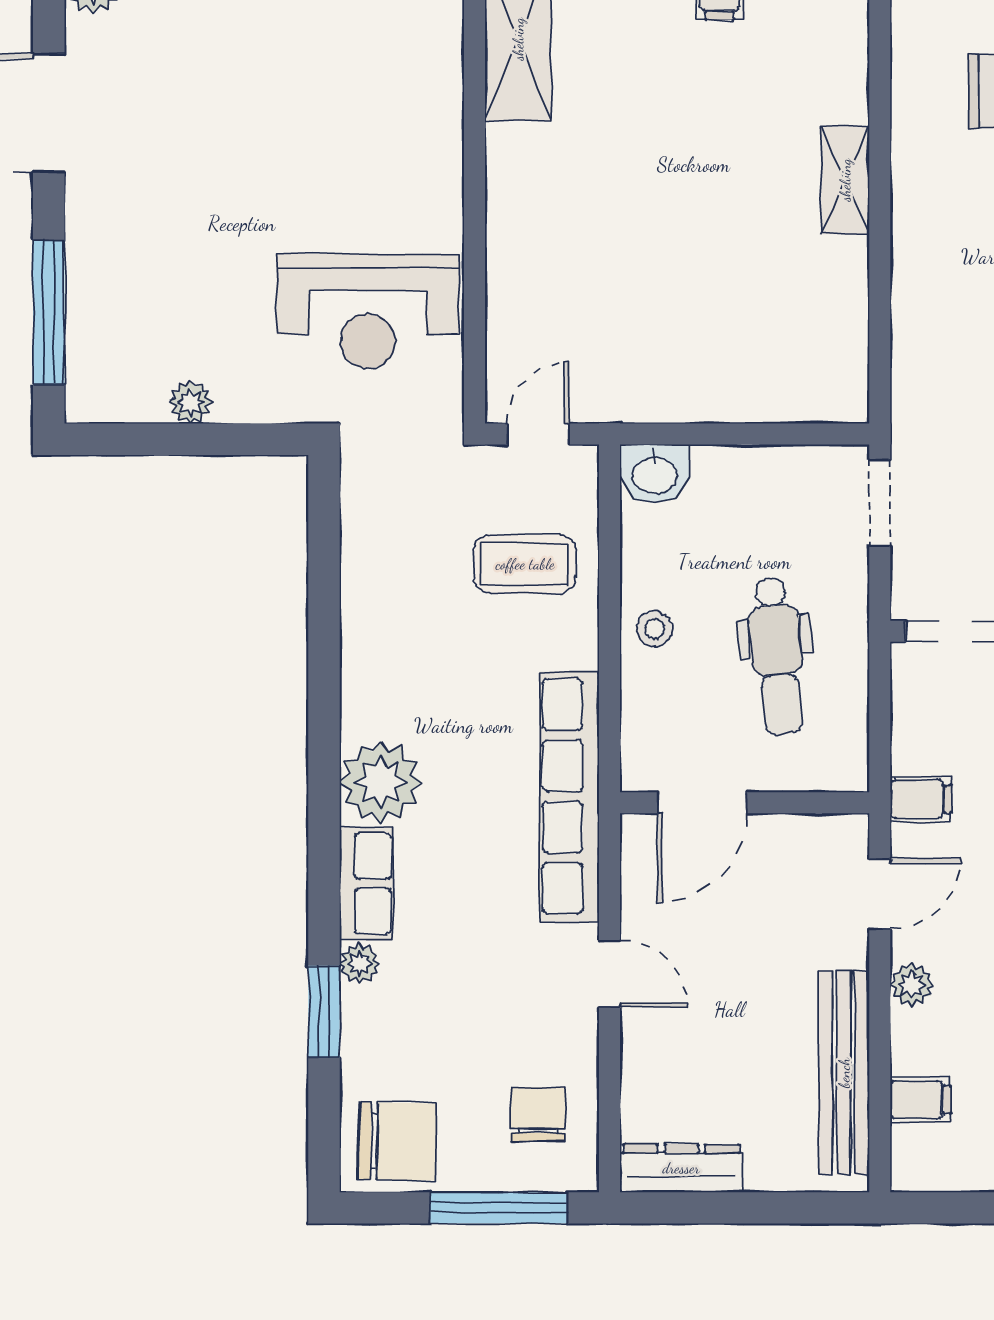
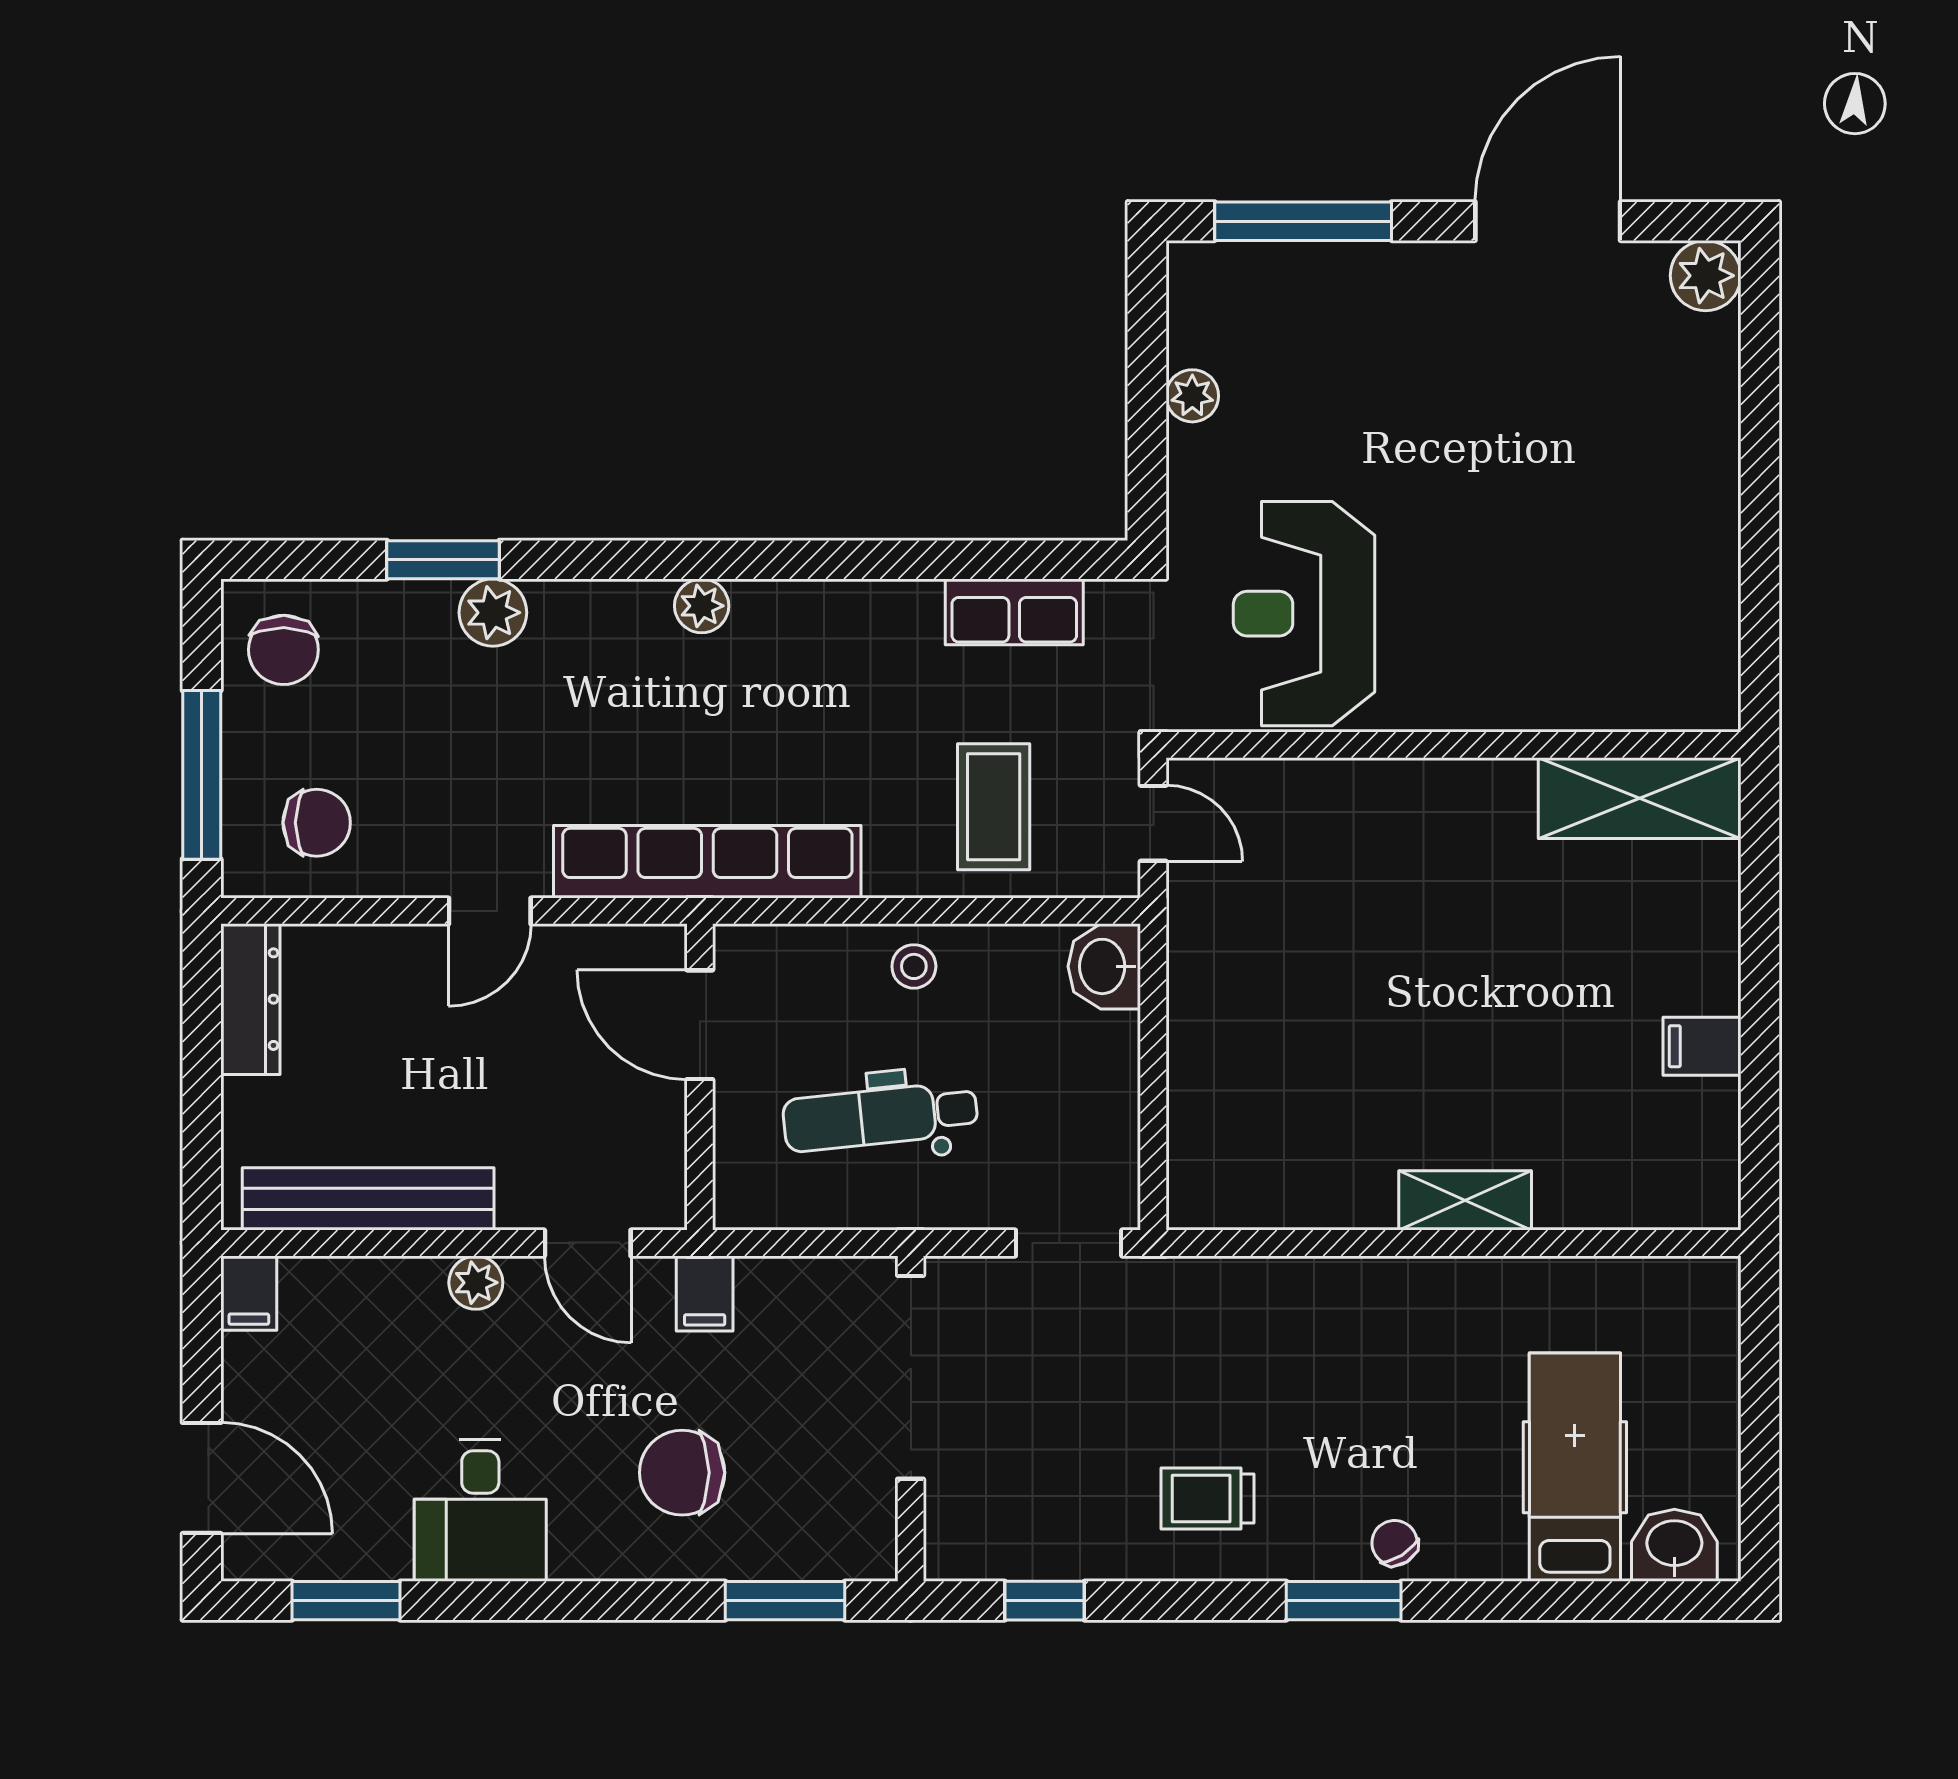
plant: (381, 782) -> (702, 606), width x0.53, depth x0.53
row of seats: (366, 883) -> (1014, 612), moved
plant: (359, 964) -> (493, 613), width x1.38, depth x1.38
filing cabinet: (920, 1100) -> (249, 1293), moved
chair: (397, 1141) -> (283, 650), width x0.73, depth x0.73

